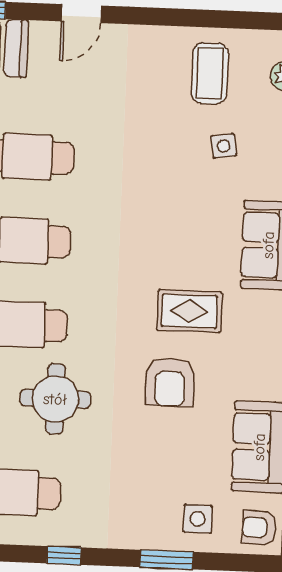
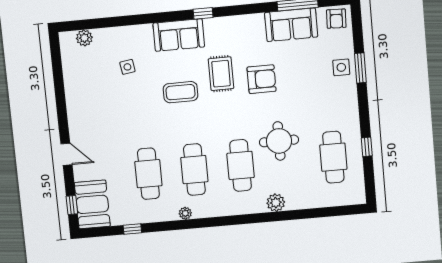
coffee table: (210, 73) -> (181, 92), moved
side table: (198, 519) -> (341, 67), moved
window: (64, 555) -> (367, 147), moved

